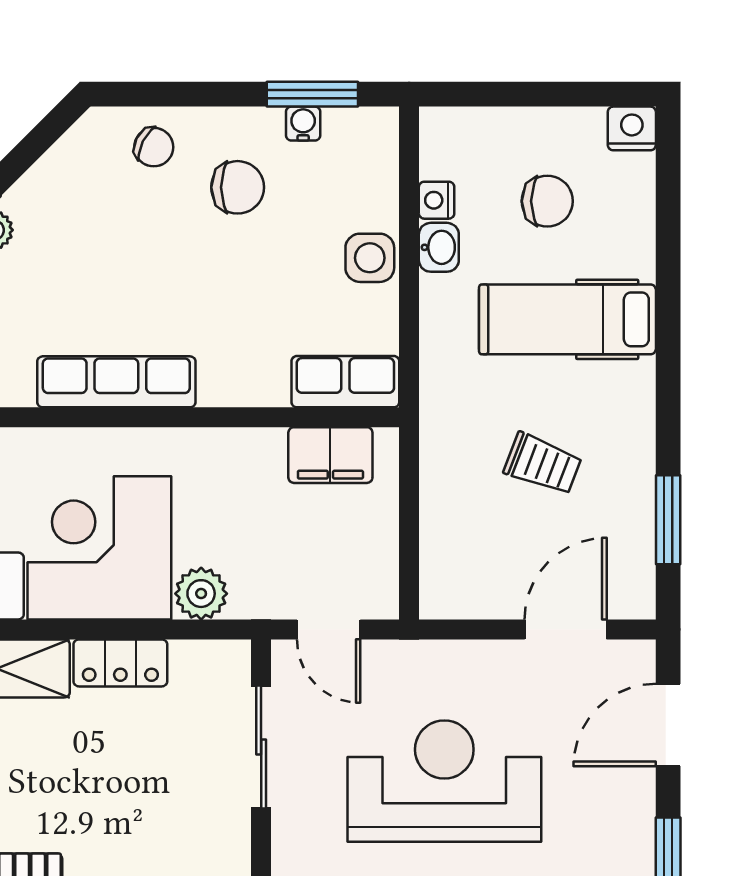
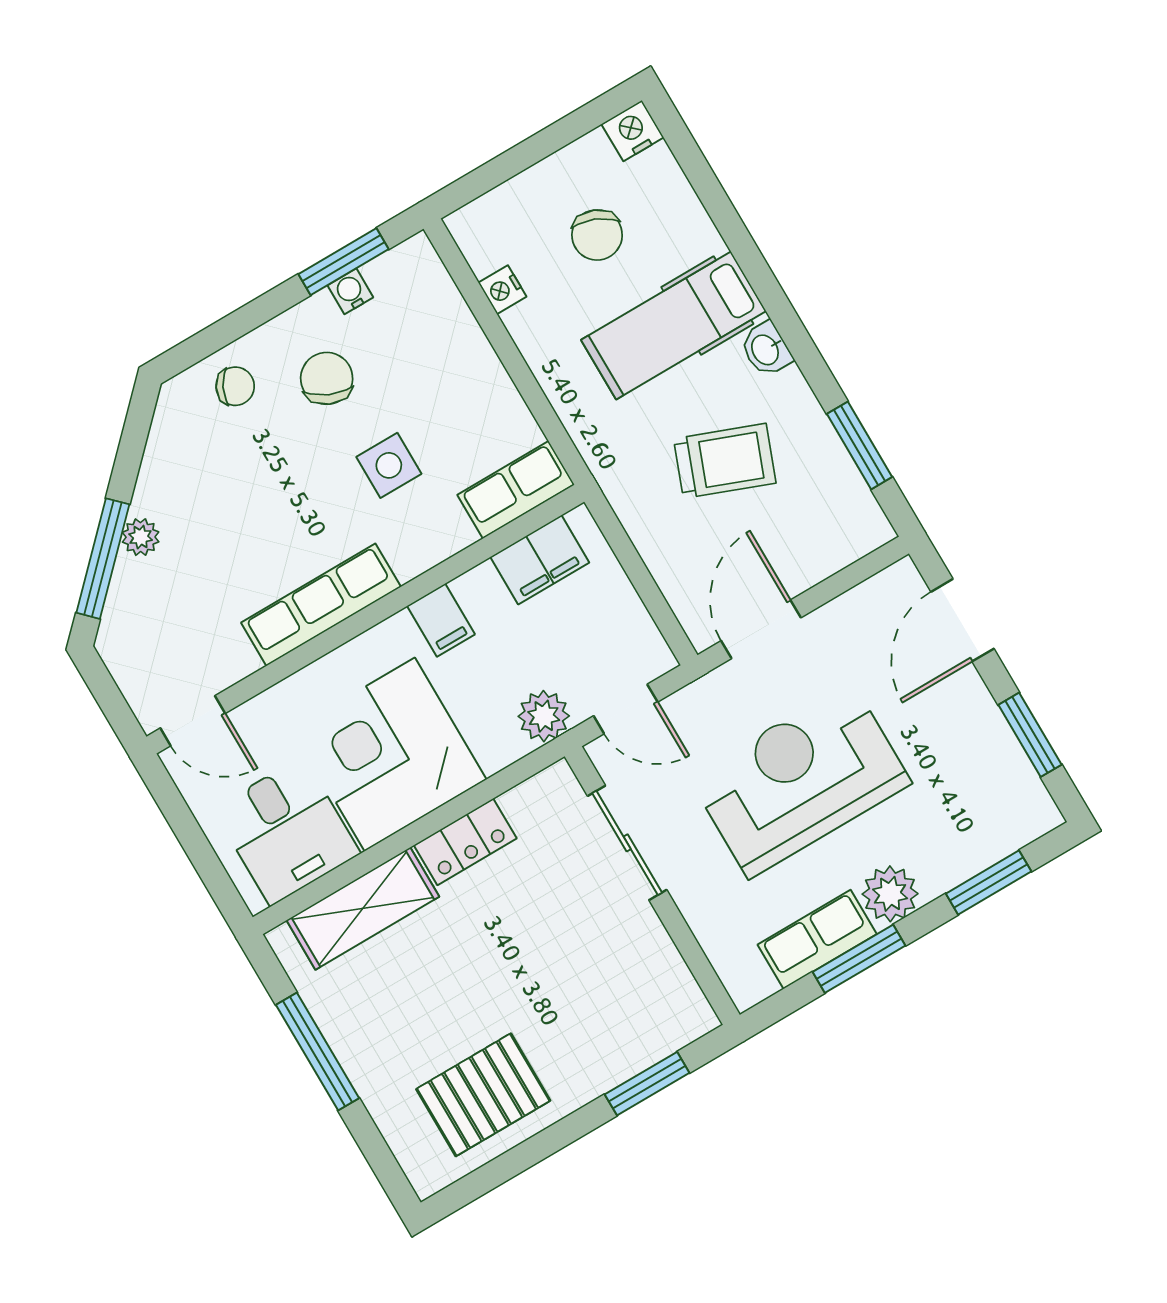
chair: (238, 187) -> (327, 378), turned -66
chair: (547, 201) -> (597, 235), turned 113
washbasin: (439, 247) -> (766, 349), moved, turned 180
side table: (370, 258) -> (389, 465), moved
filing cabinet: (213, 457) -> (441, 620), added
trolley: (543, 464) -> (725, 461), width x1.36, depth x1.39
plant: (201, 594) -> (544, 716), moved
door: (566, 629) -> (761, 629), moved

